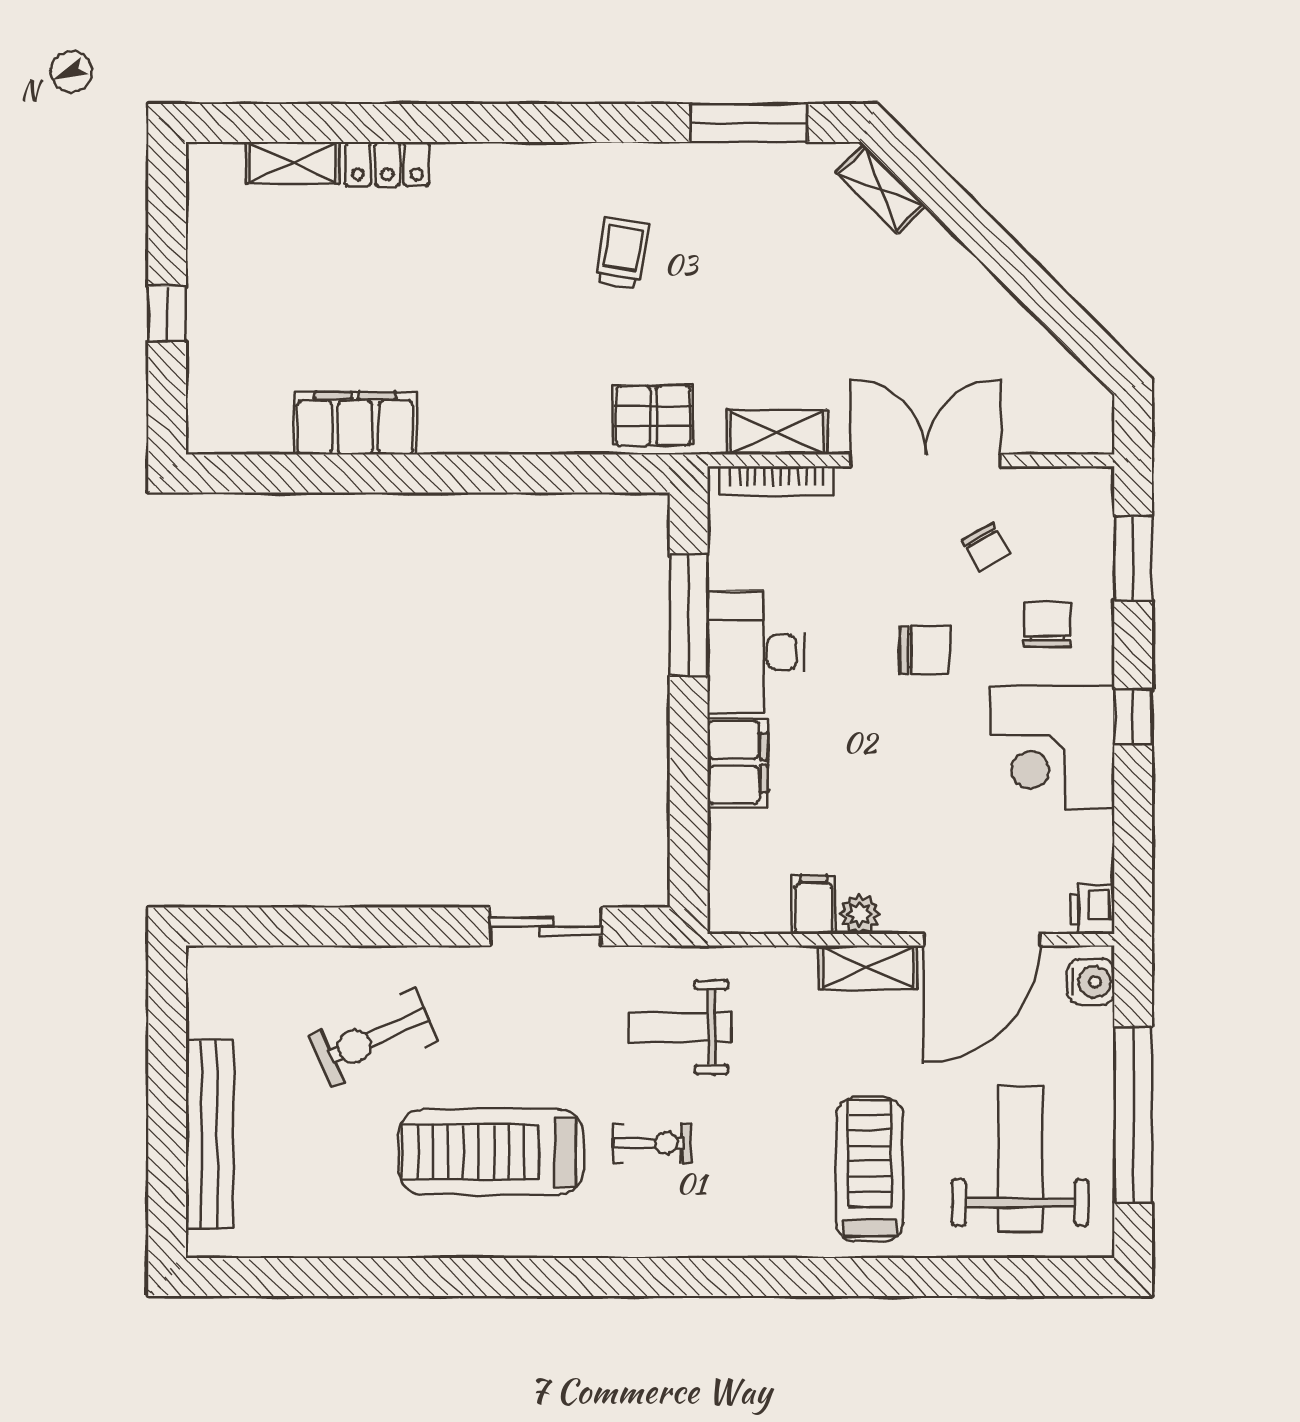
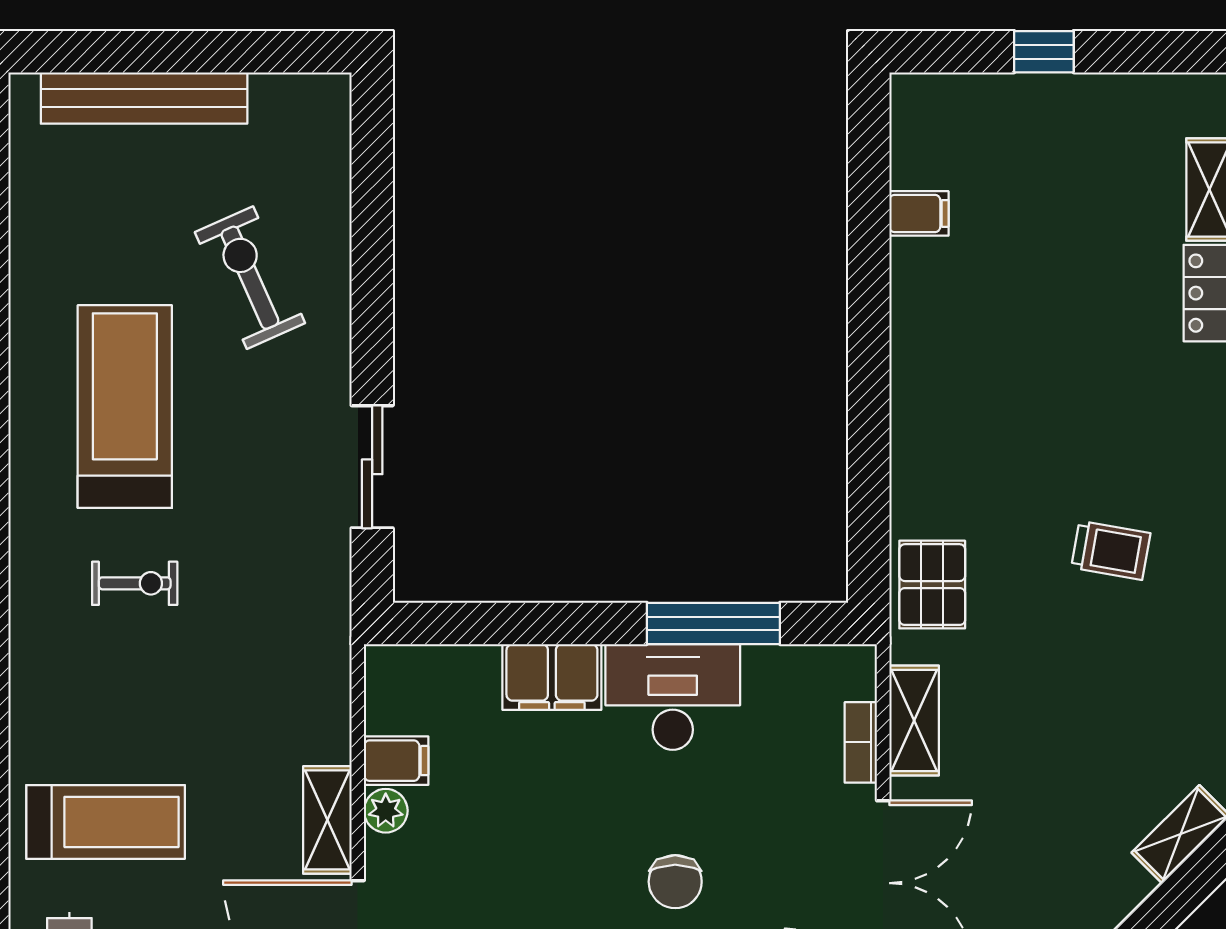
filing cabinet: (355, 423) -> (919, 213), width x0.33, depth x0.86
bookcase: (777, 481) -> (861, 742), width x0.64
weight bench: (680, 1027) -> (262, 614), removed
exercise bike: (652, 1143) -> (135, 583), turned -90

